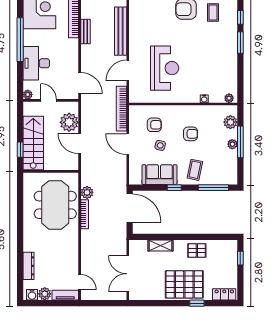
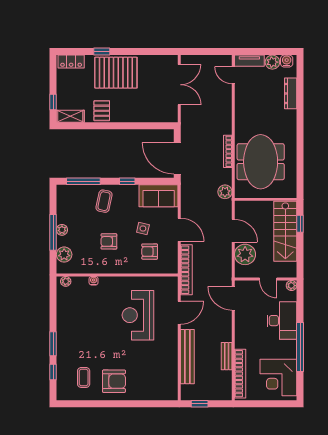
sofa: (159, 175) -> (159, 196), moved
plant: (87, 192) -> (225, 192), moved
shelving: (160, 246) -> (70, 116), moved
pallet: (197, 250) -> (102, 111), turned 90

